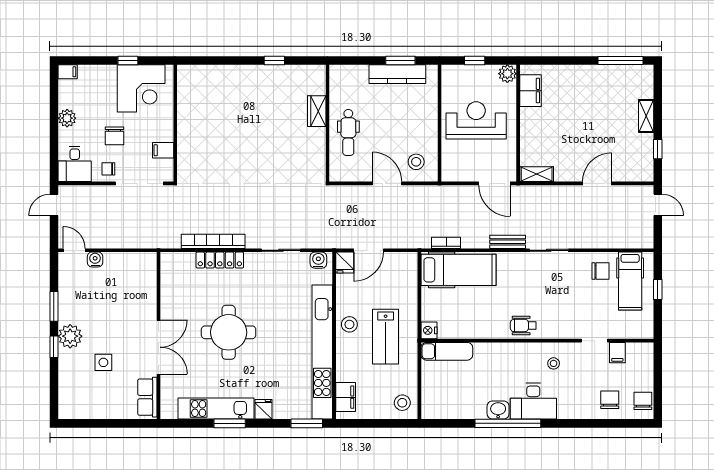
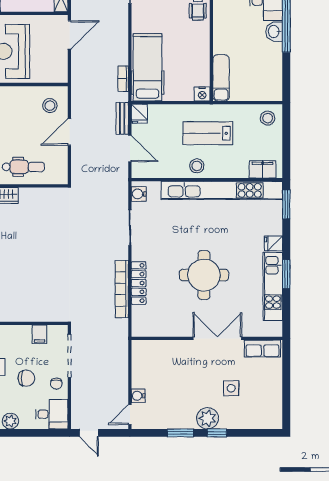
bench: (508, 242) -> (122, 118), moved
fridge: (345, 263) -> (139, 114), moved, turned 90
lab bench: (386, 337) -> (208, 133), turned 180

